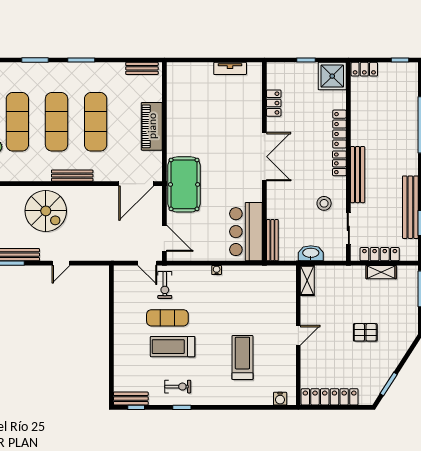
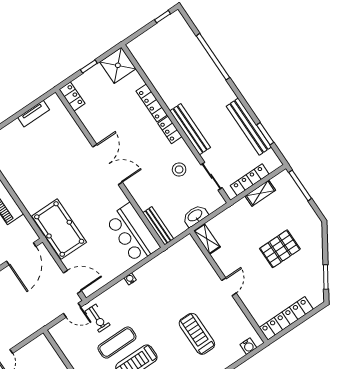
locker: (364, 69) -> (139, 43), removed
locker: (274, 103) -> (72, 96), moved
pallet: (365, 332) -> (280, 249), width x1.50, depth x1.42

